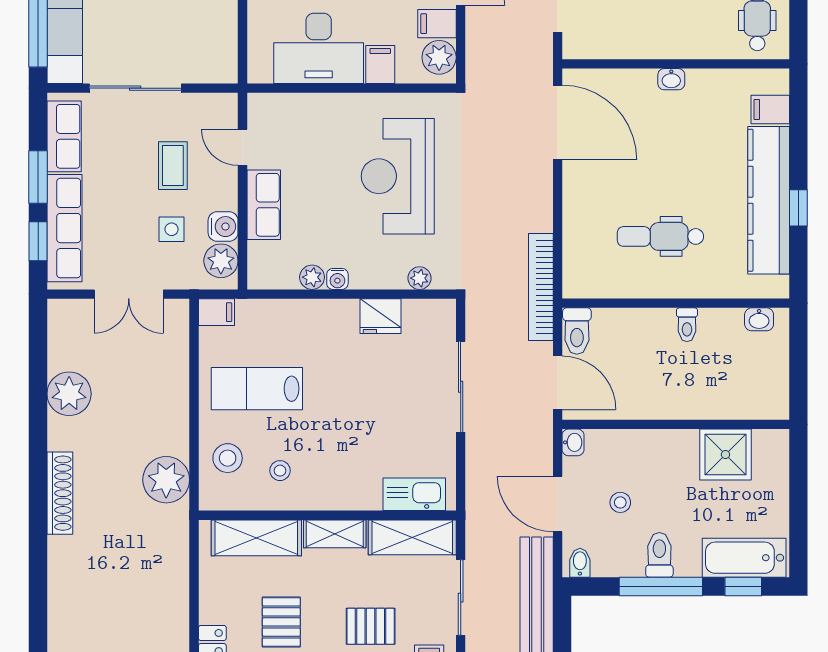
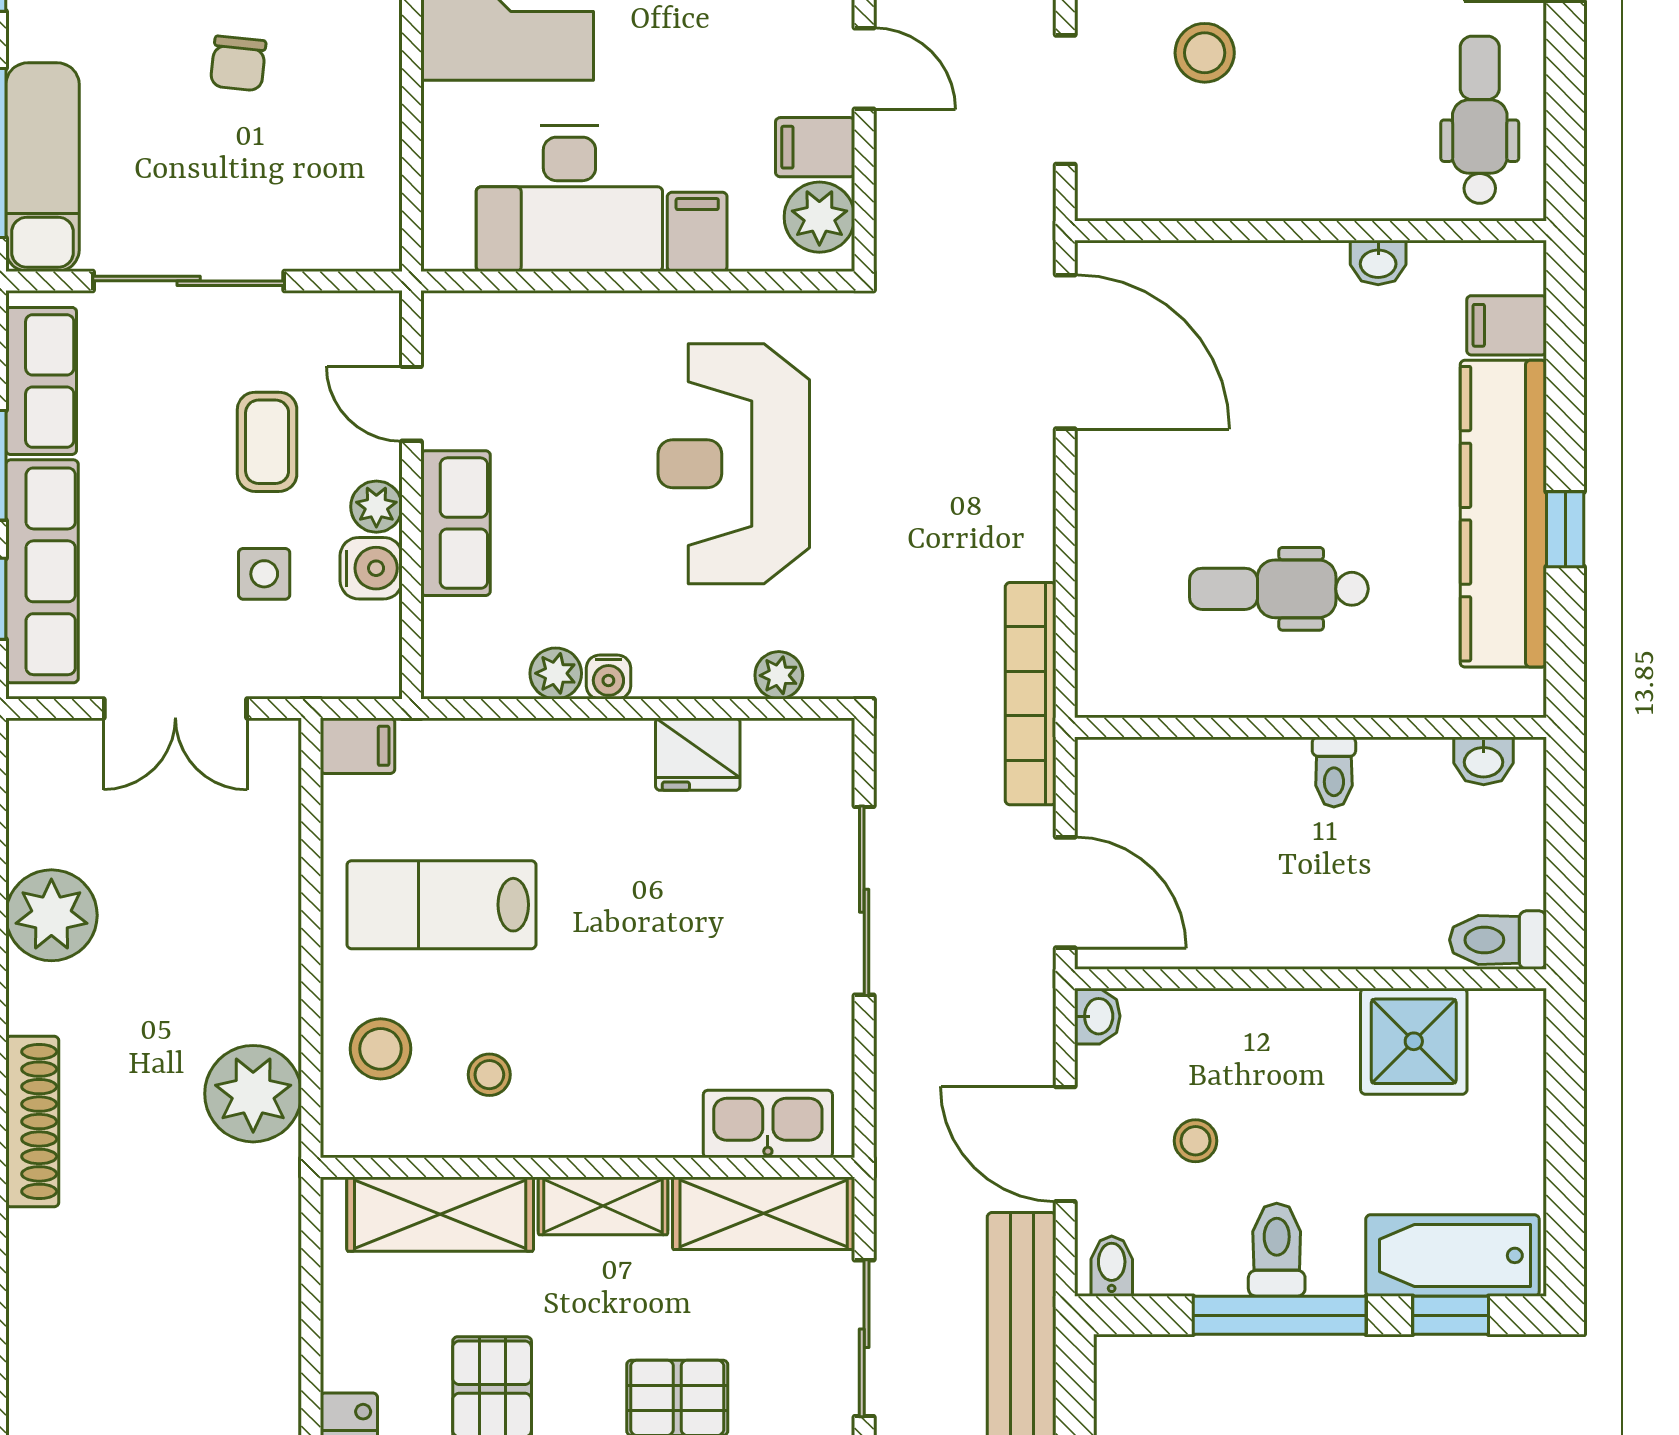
washbasin: (671, 79) -> (1378, 262), moved
plant: (221, 261) -> (376, 507), moved, width x0.73, depth x0.73
toilet: (577, 331) -> (1498, 940), moved, turned 90

